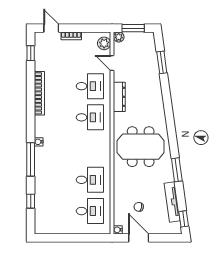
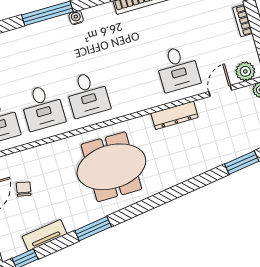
desk: (90, 117) -> (88, 94), moved
meeting table: (141, 147) -> (111, 167), turned 90
tv unit: (172, 202) -> (45, 235), width x0.71

